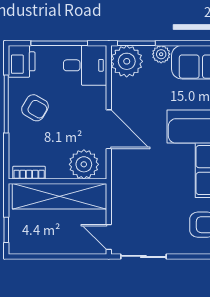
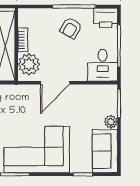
plant: (127, 61) -> (106, 96), removed
bookcase: (29, 173) -> (23, 40), moved

